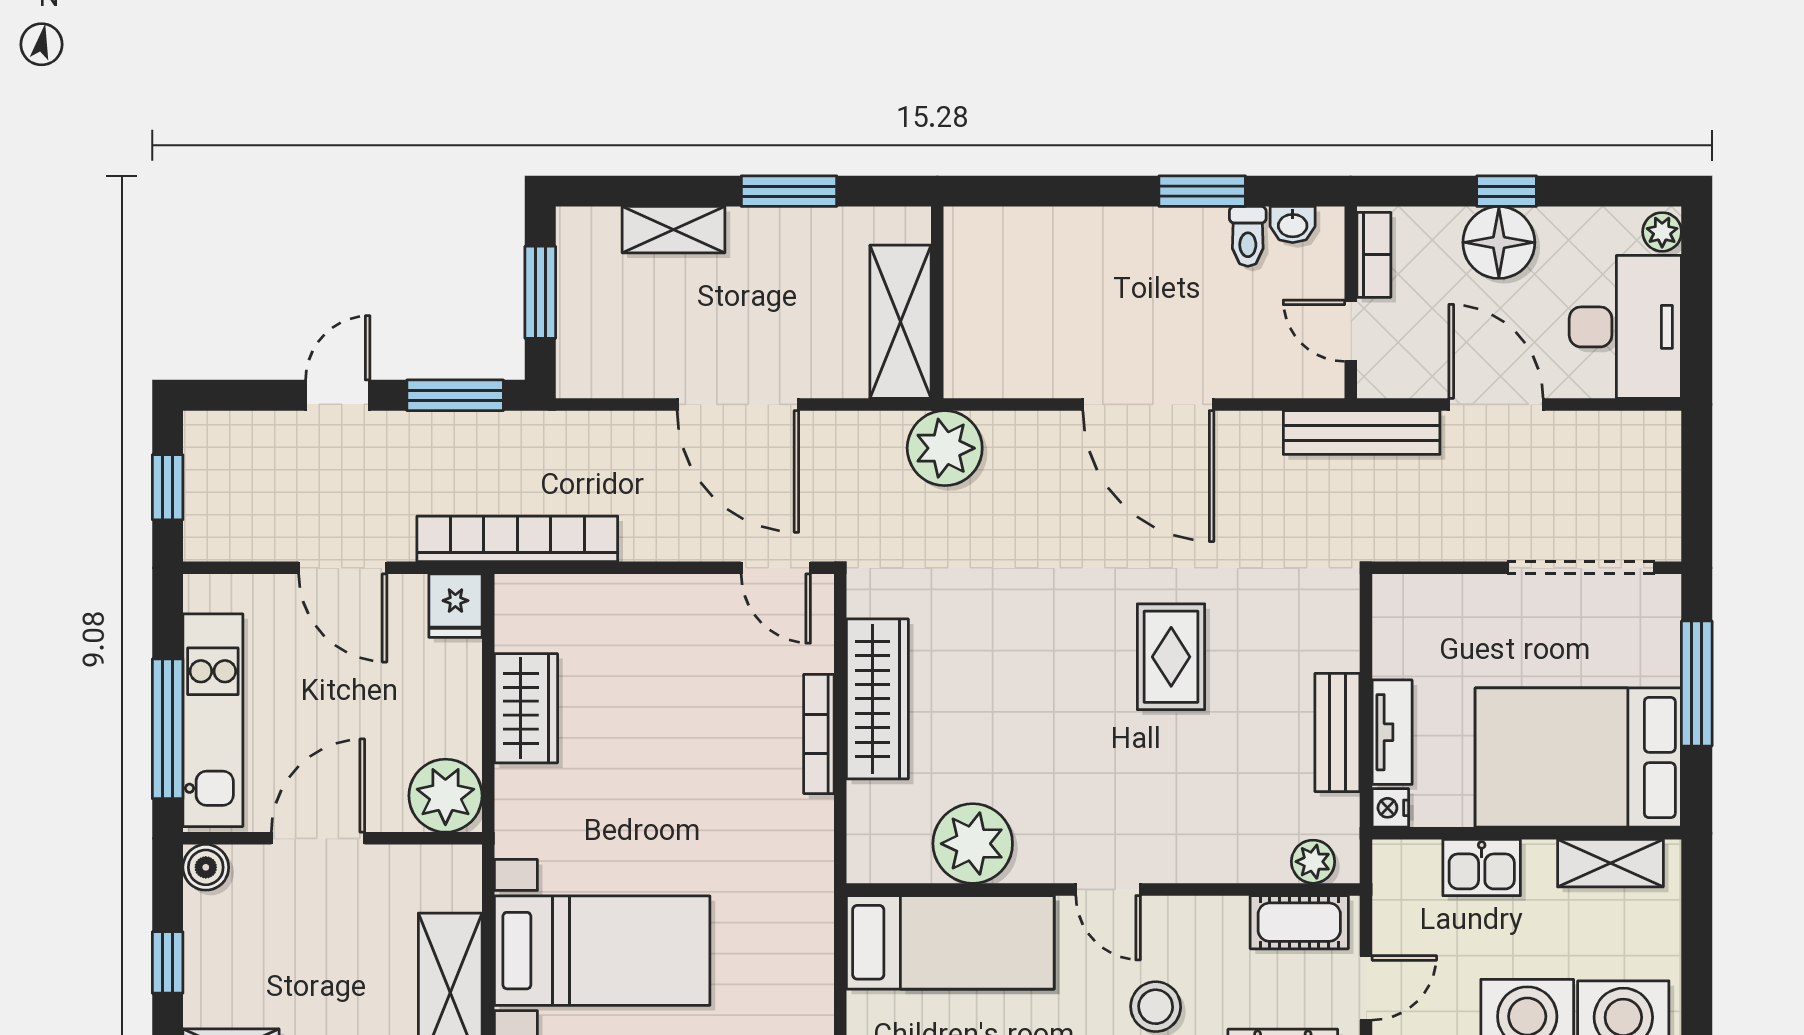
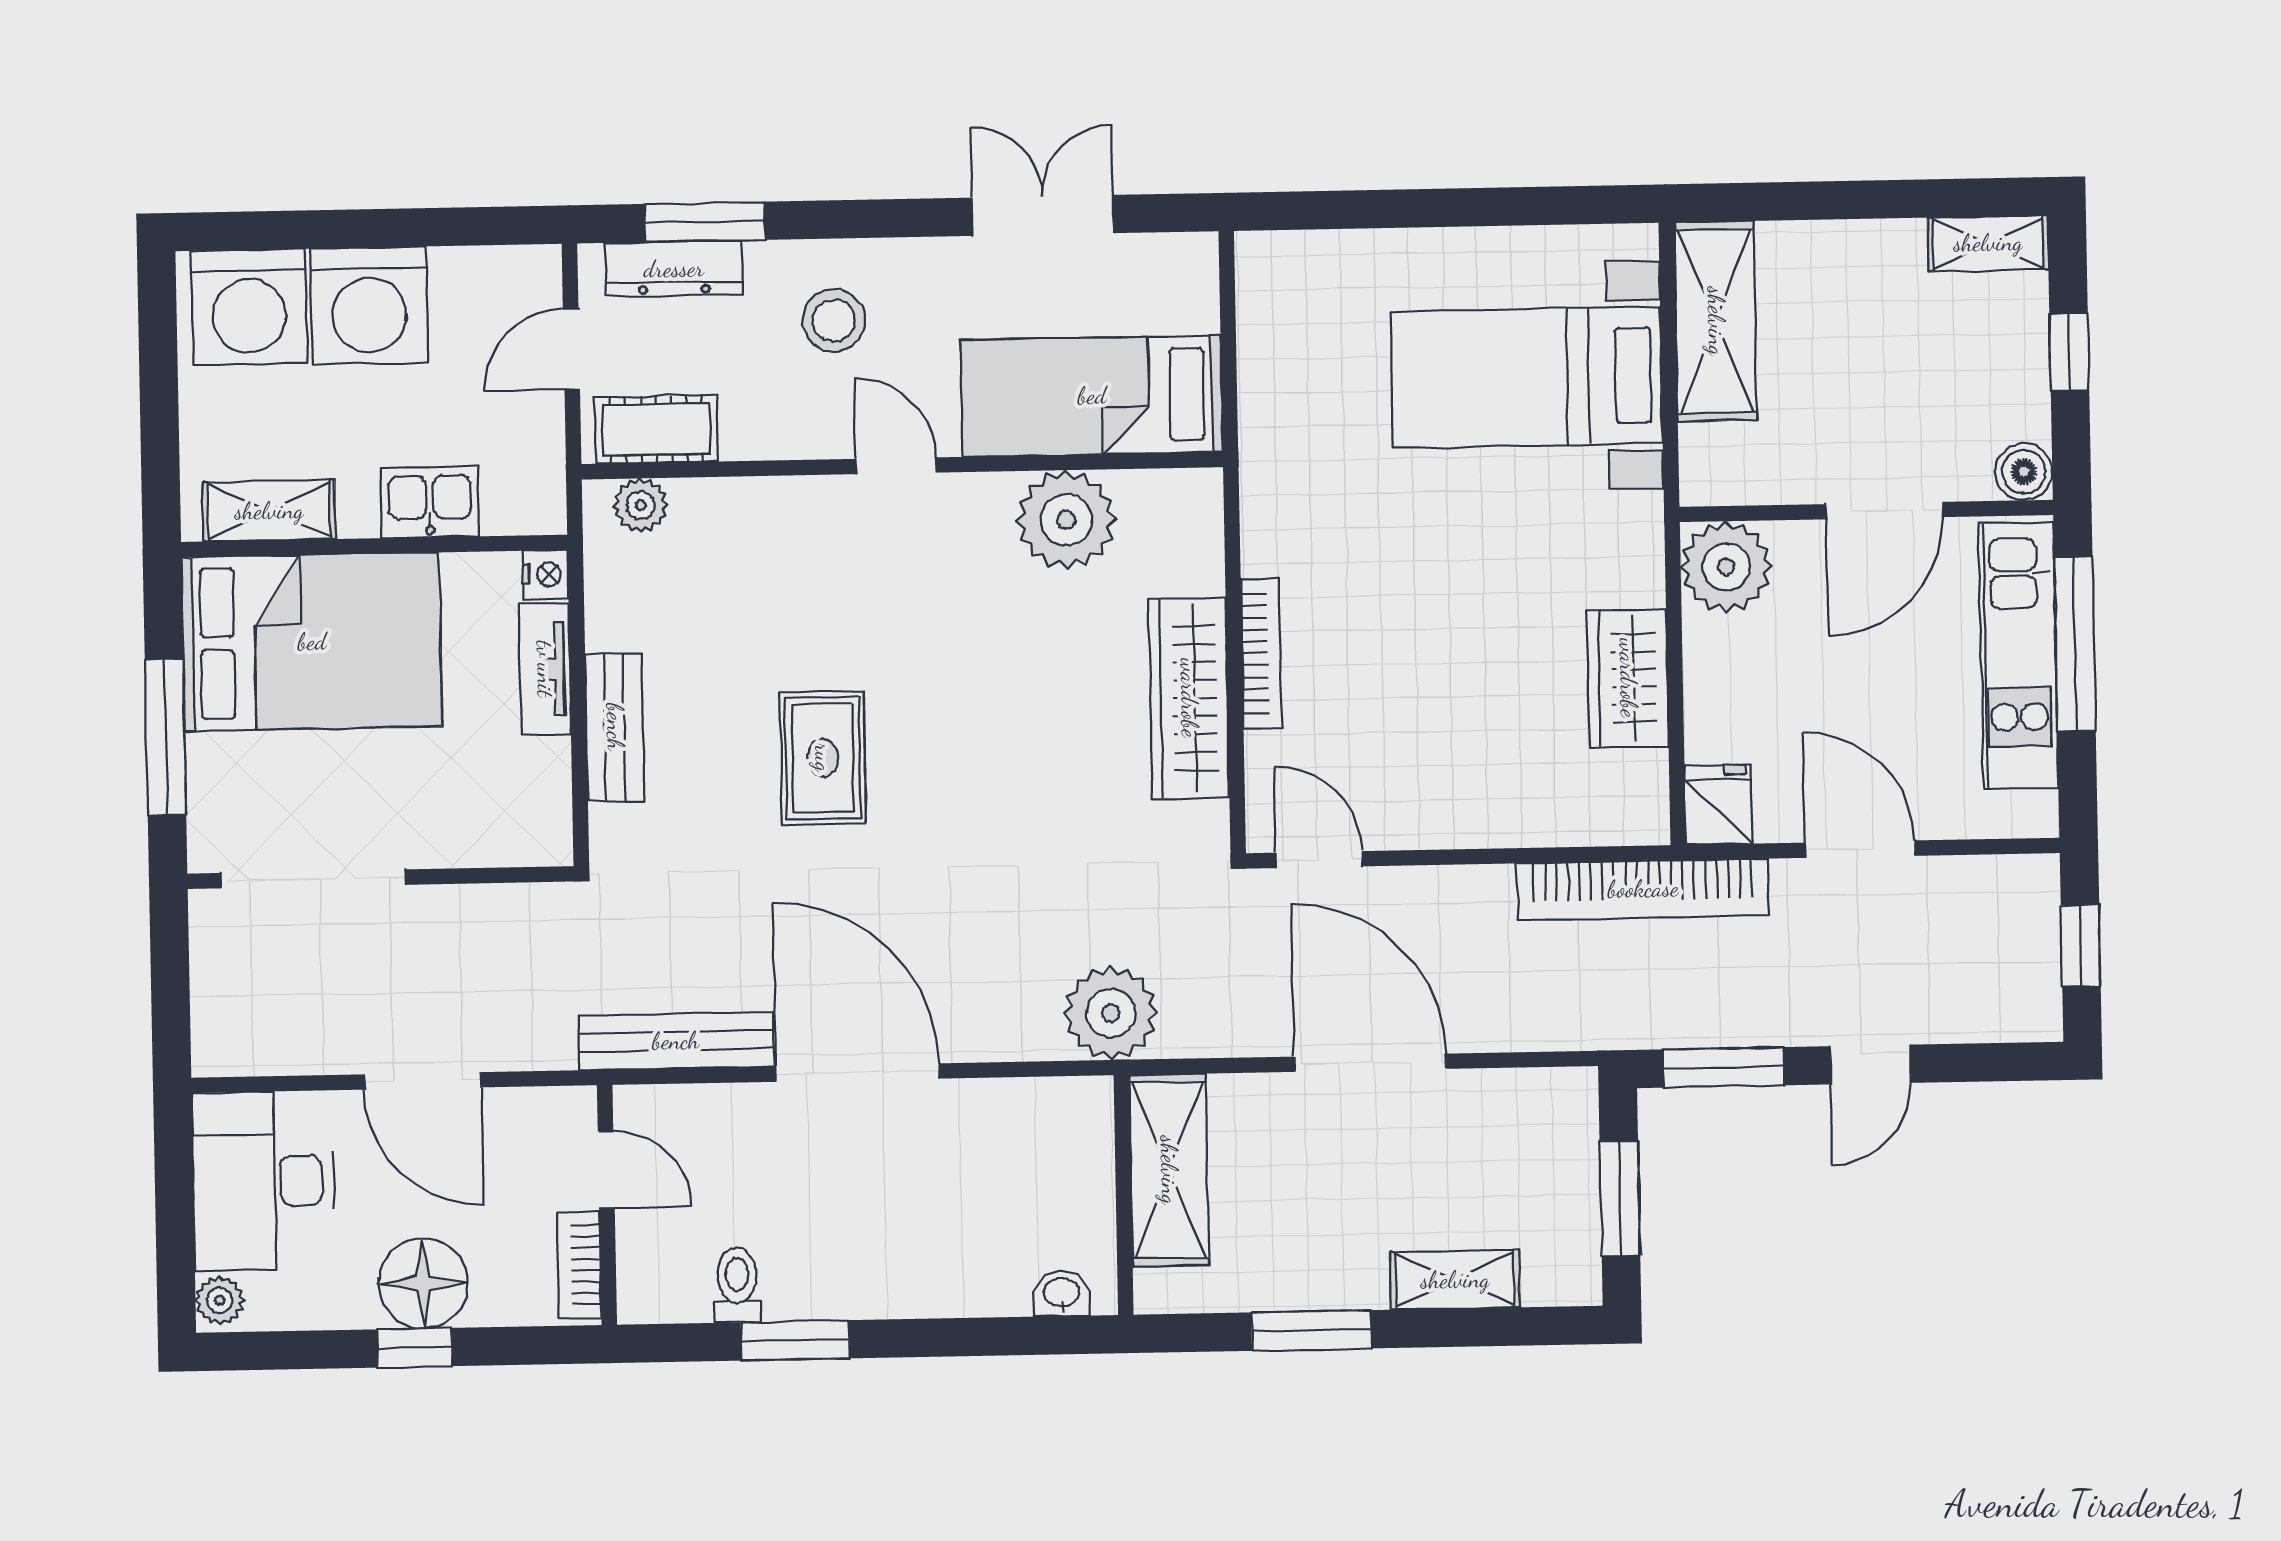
washbasin: (1293, 225) -> (1061, 1294), moved
bench: (1362, 433) -> (676, 1041), moved
bench: (1337, 733) -> (615, 727), moved

